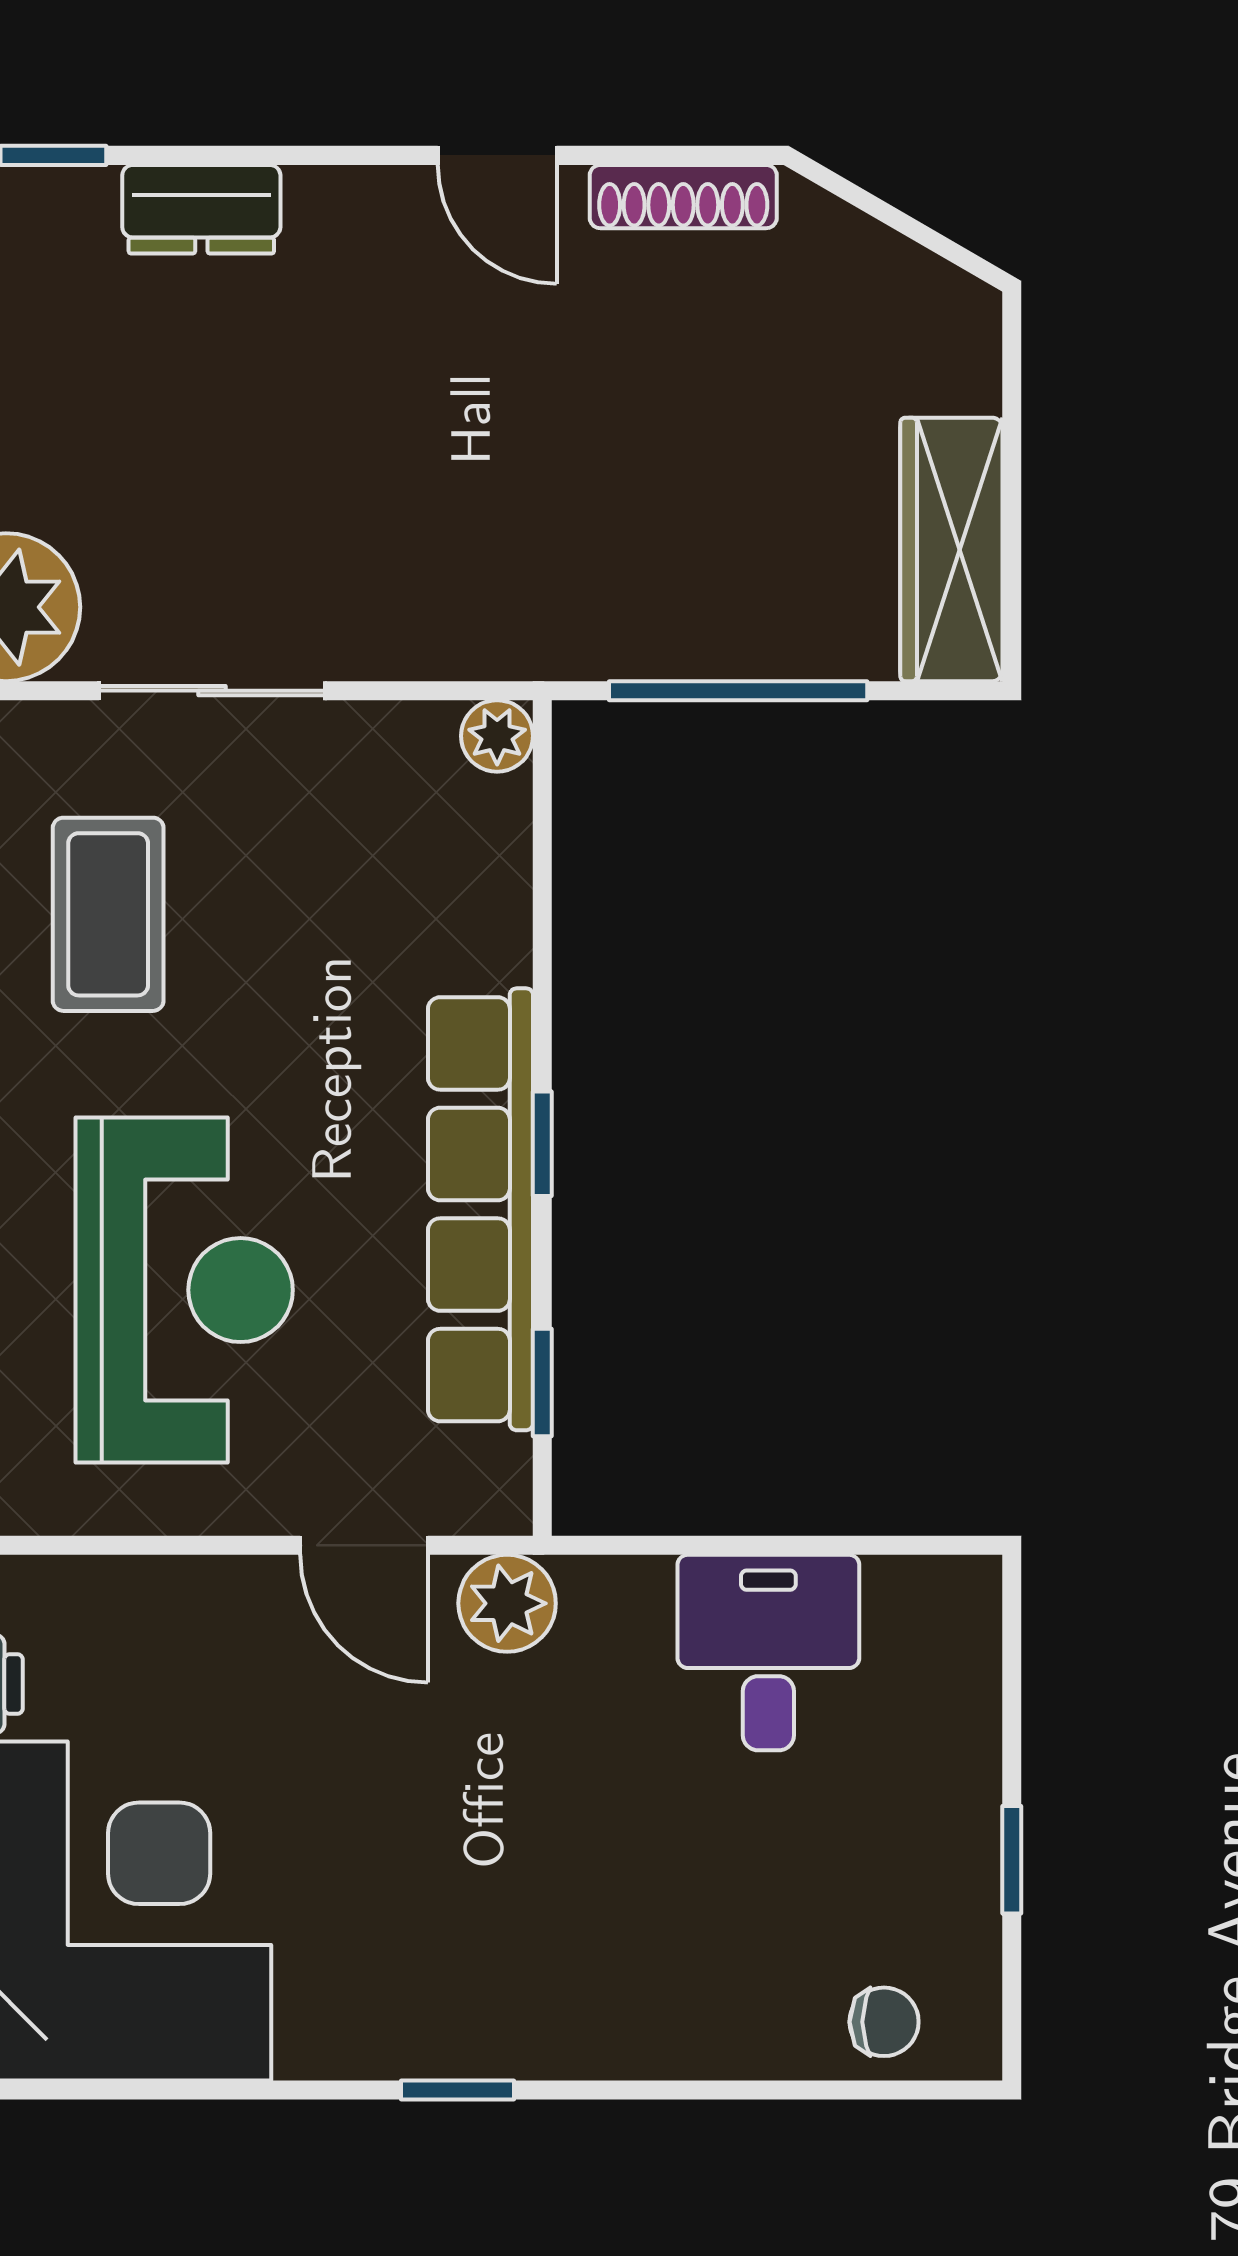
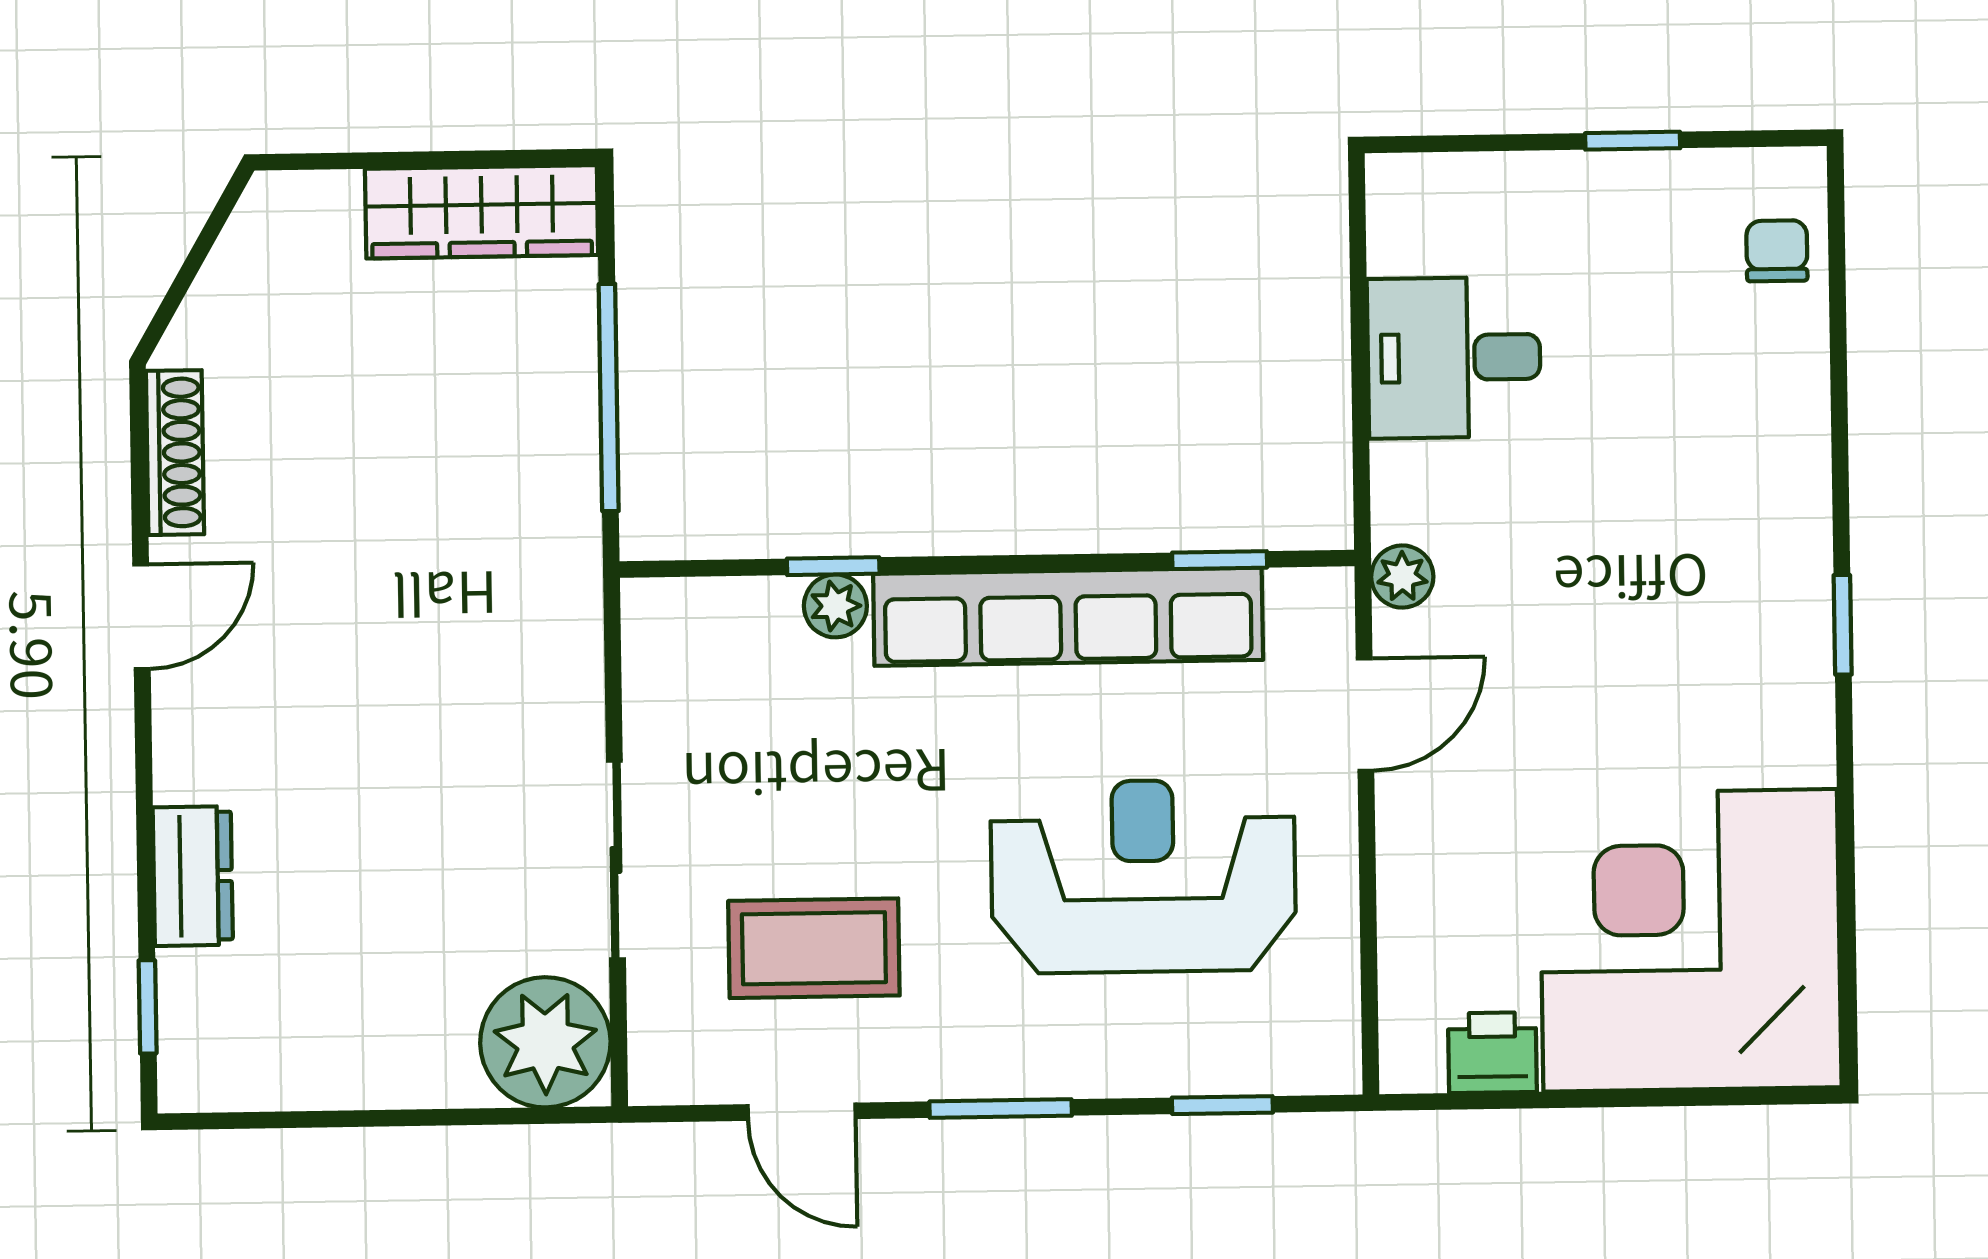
plant: (497, 736) -> (835, 606), moved
window: (542, 1144) -> (833, 566), moved
plant: (507, 1603) -> (1402, 577), width x0.73, depth x0.73

